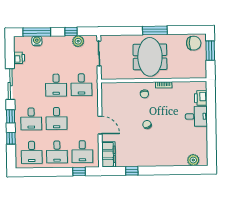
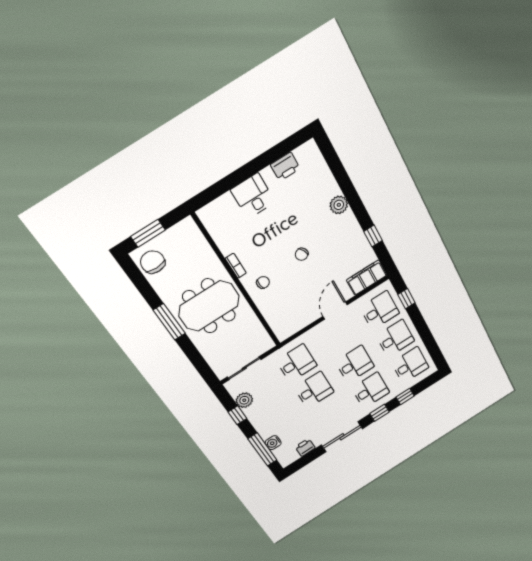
printer: (201, 98) -> (285, 167), moved
plant: (193, 160) -> (339, 205), moved

